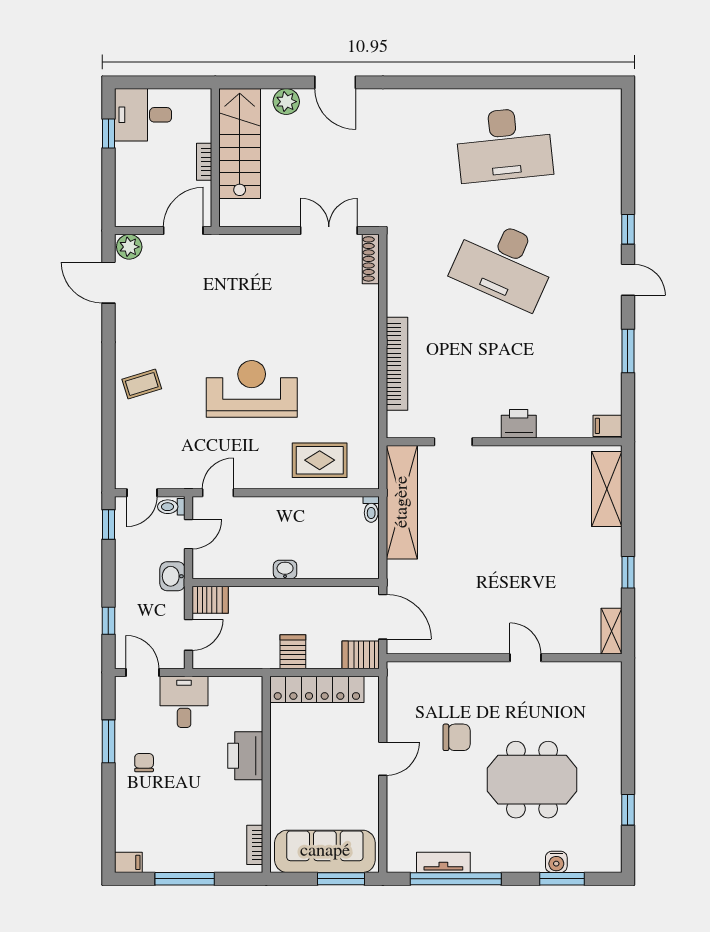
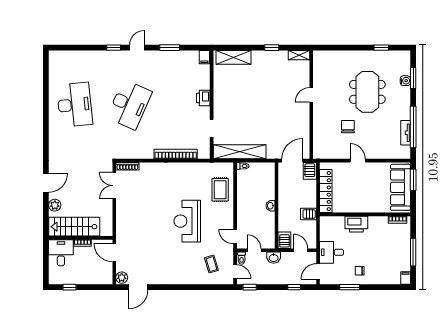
desk: (143, 115) -> (61, 253), moved, turned 180
coffee table: (142, 384) -> (211, 264), moved
server rack: (293, 652) -> (308, 214), moved

